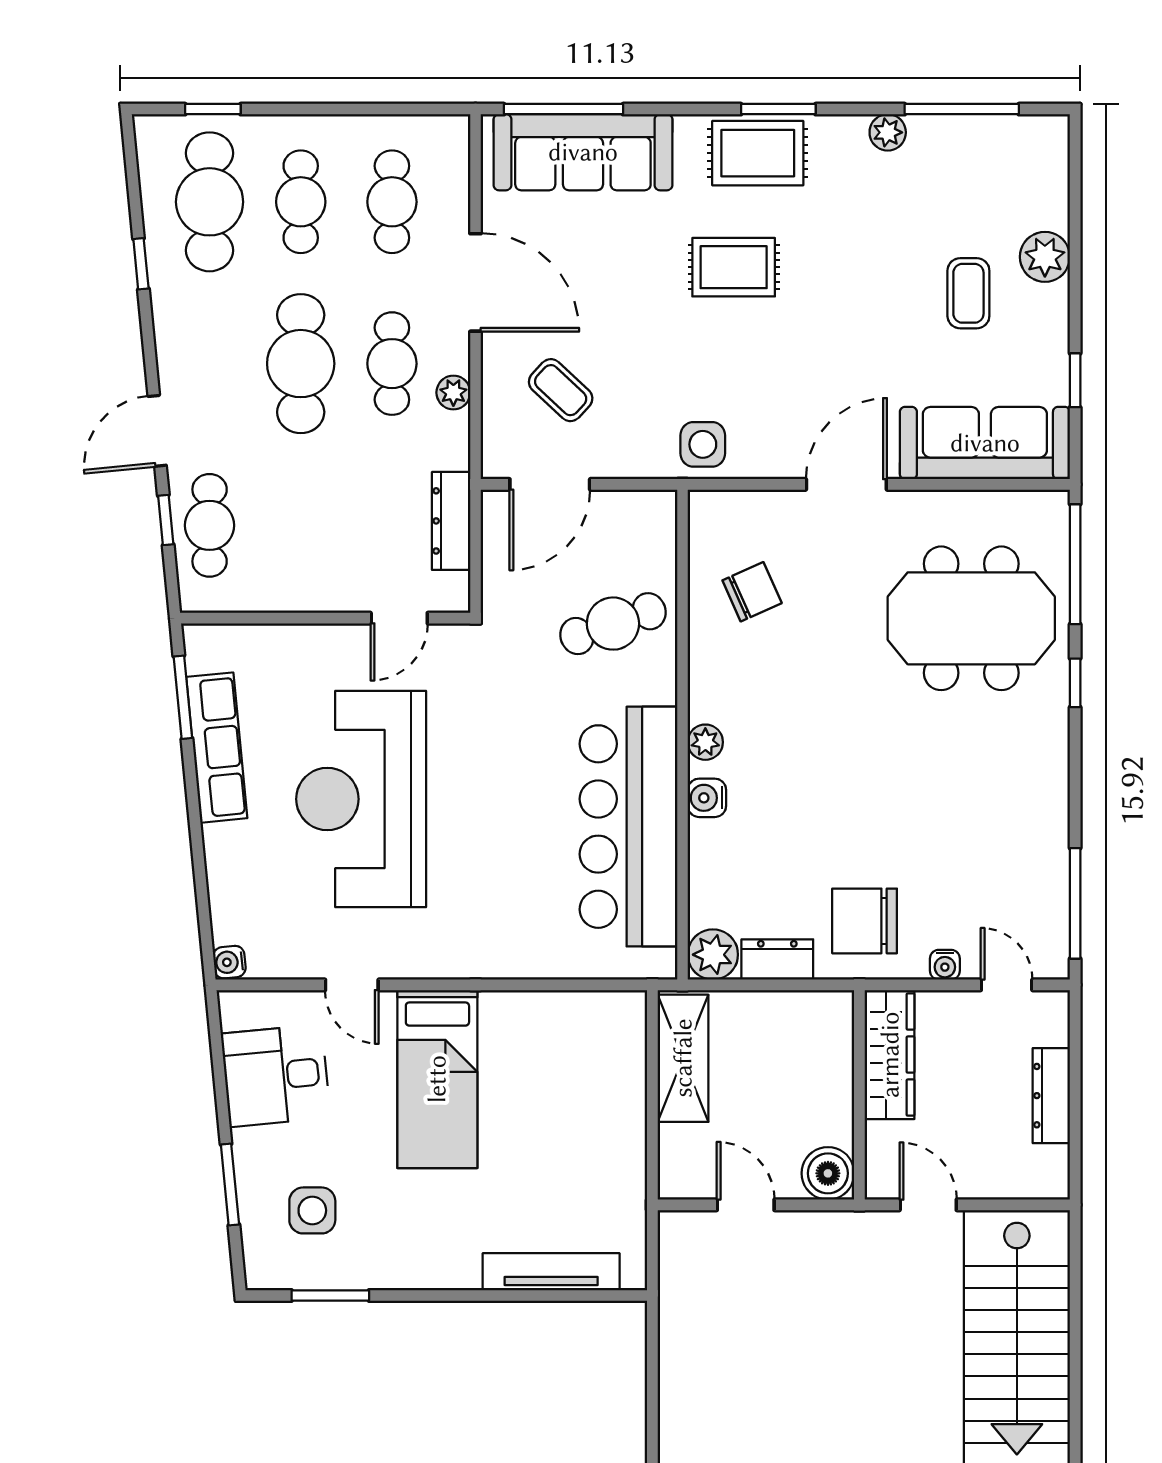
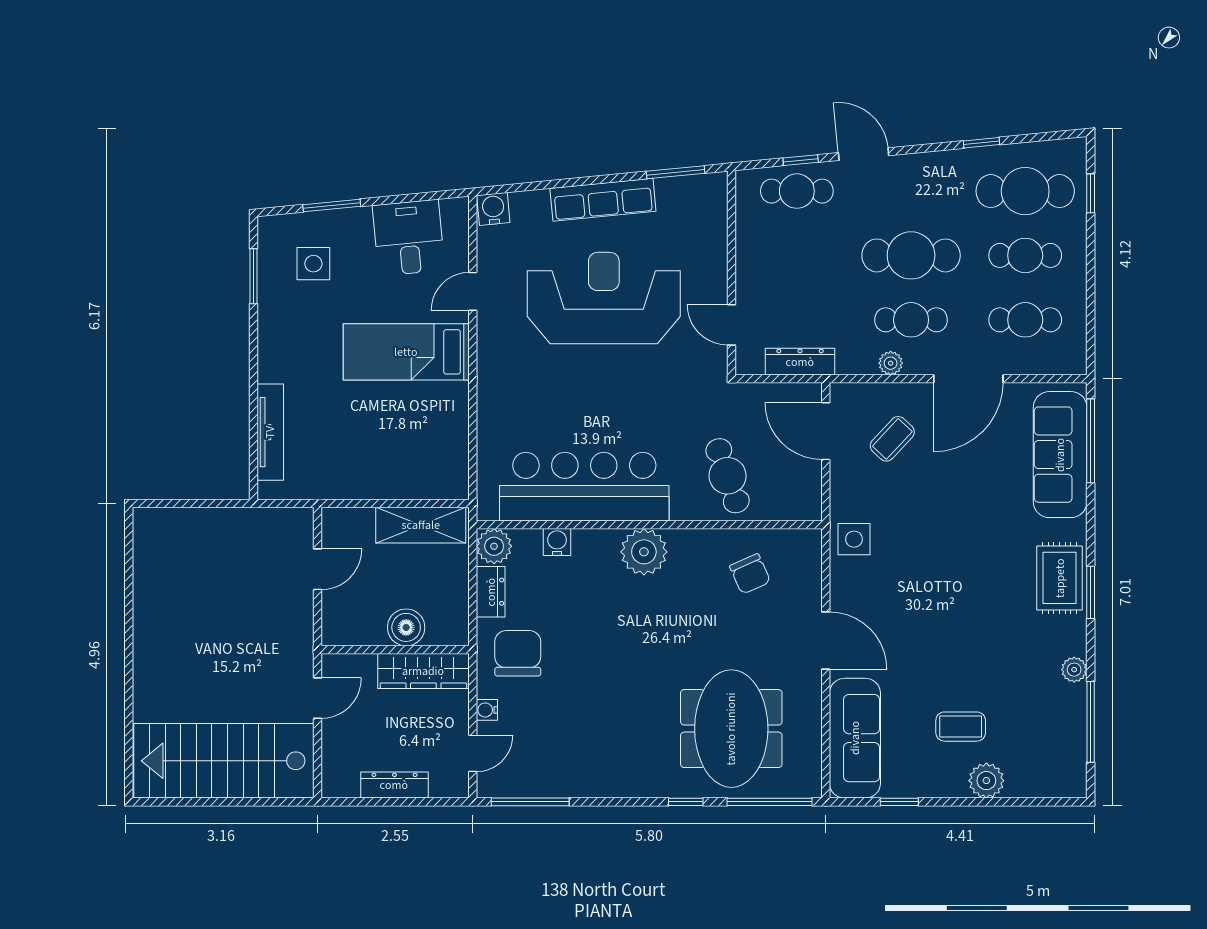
rug: (734, 267) -> (979, 561), removed
plant: (705, 742) -> (644, 552), width x1.88, depth x1.88
row of seats: (217, 748) -> (603, 200), moved
water cooler: (707, 798) -> (557, 542), moved
water cooler: (229, 962) -> (493, 209), width x1.38, depth x1.38
boiler: (828, 1173) -> (406, 627), moved

